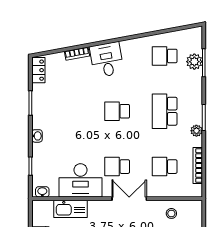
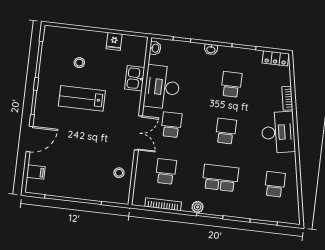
desk: (107, 60) -> (278, 132), width x1.37
plant: (194, 62) -> (266, 213), removed
school desk: (70, 111) -> (231, 84), added
kitchen sink: (70, 209) -> (135, 78), width x0.73

